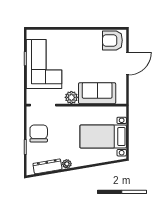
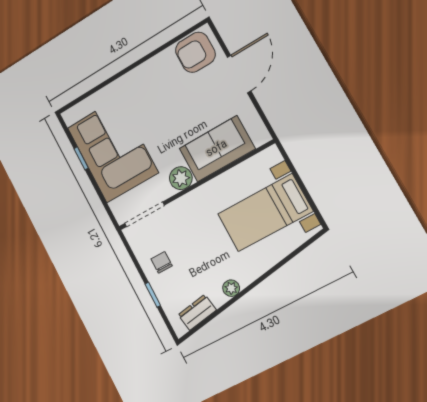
chair: (39, 133) -> (162, 262), width x0.54, depth x0.54
dresser: (47, 166) -> (197, 312), width x0.70

